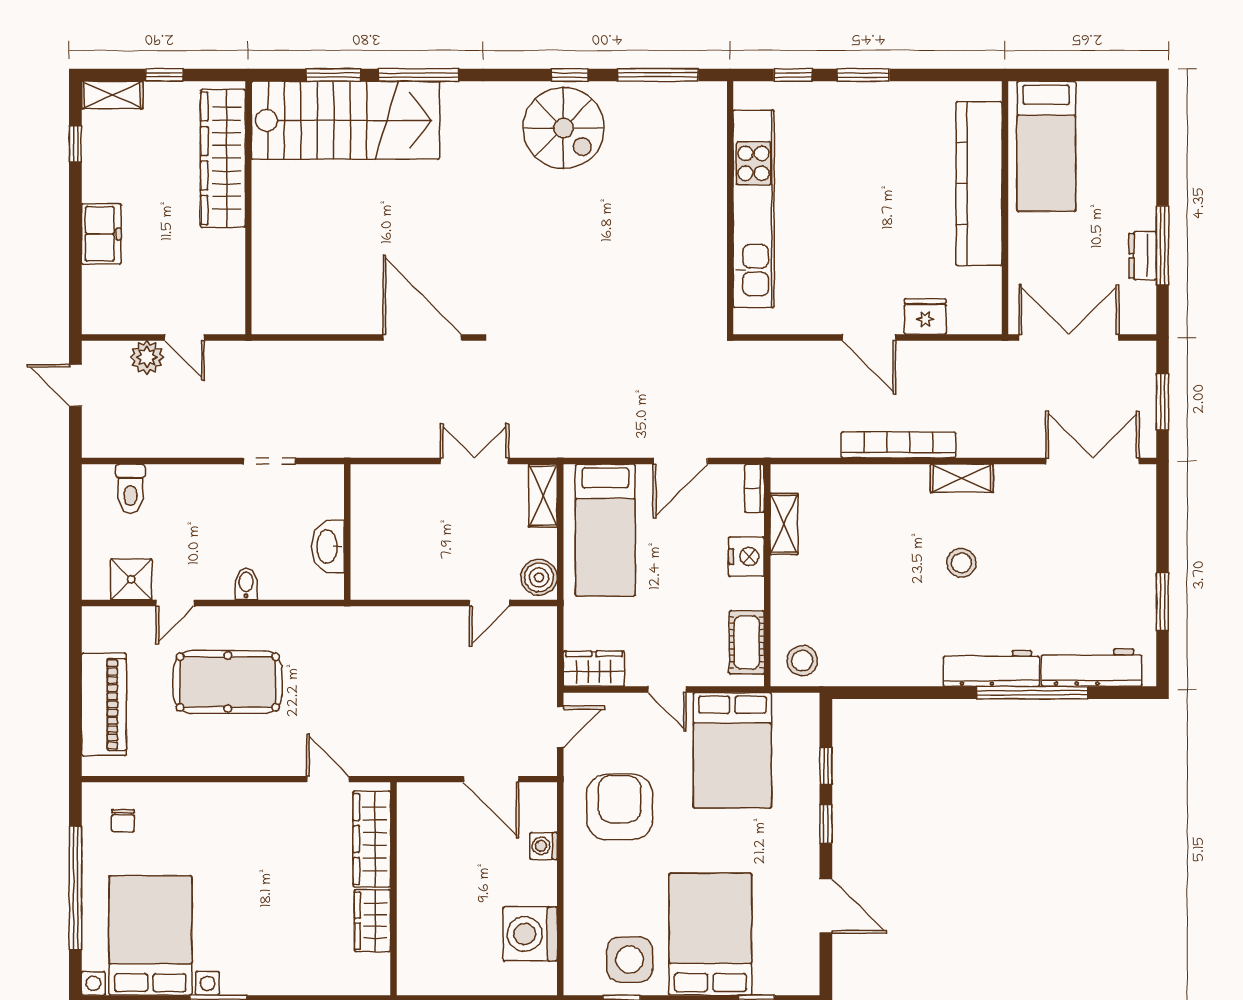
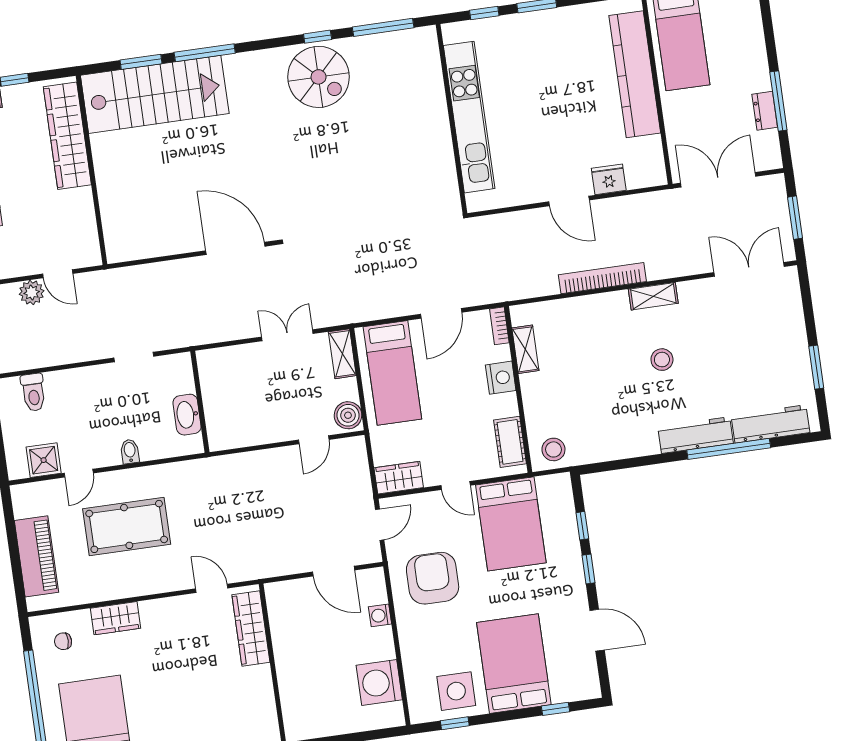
chair: (123, 821) -> (63, 641), turned 90
wardrobe: (372, 921) -> (115, 618), moved, turned -90

